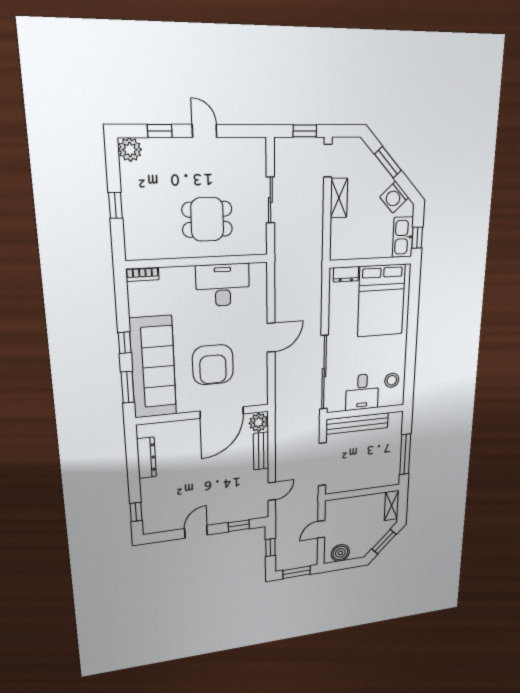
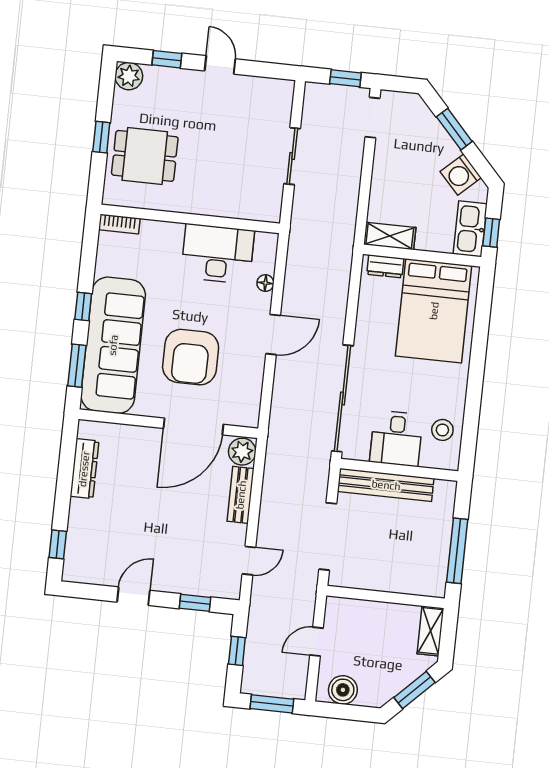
shelving: (339, 198) -> (390, 236), moved, turned 90
dining table: (207, 219) -> (145, 156), moved
floor lamp: (261, 301) -> (265, 283), added

